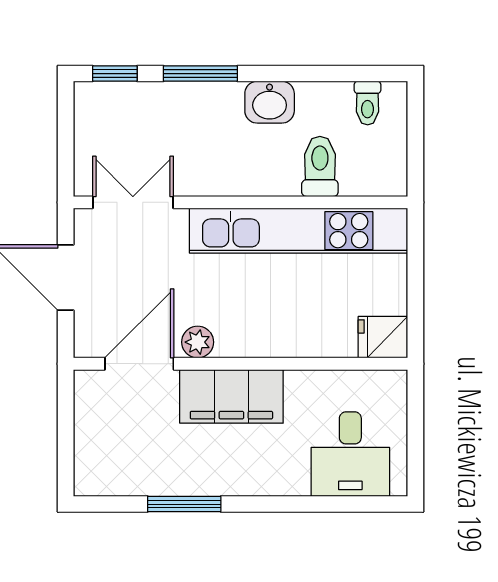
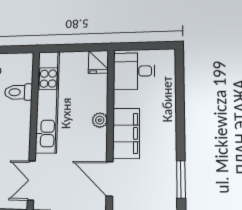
plant: (198, 342) -> (100, 120), moved
desk: (350, 454) -> (134, 71), moved, turned 180
window: (184, 504) -> (181, 179), moved

